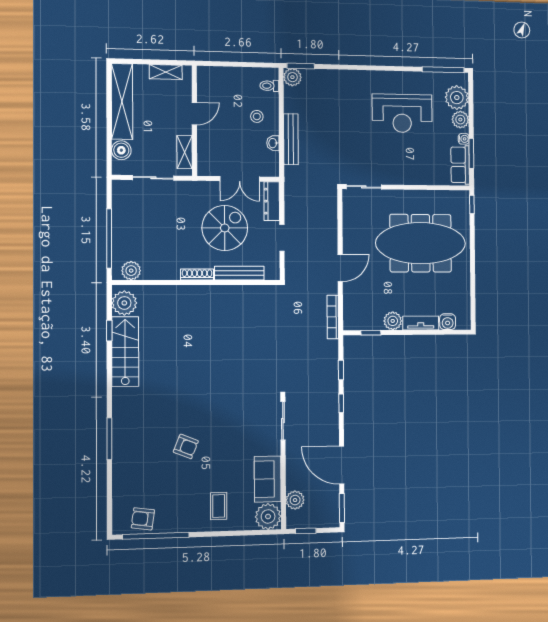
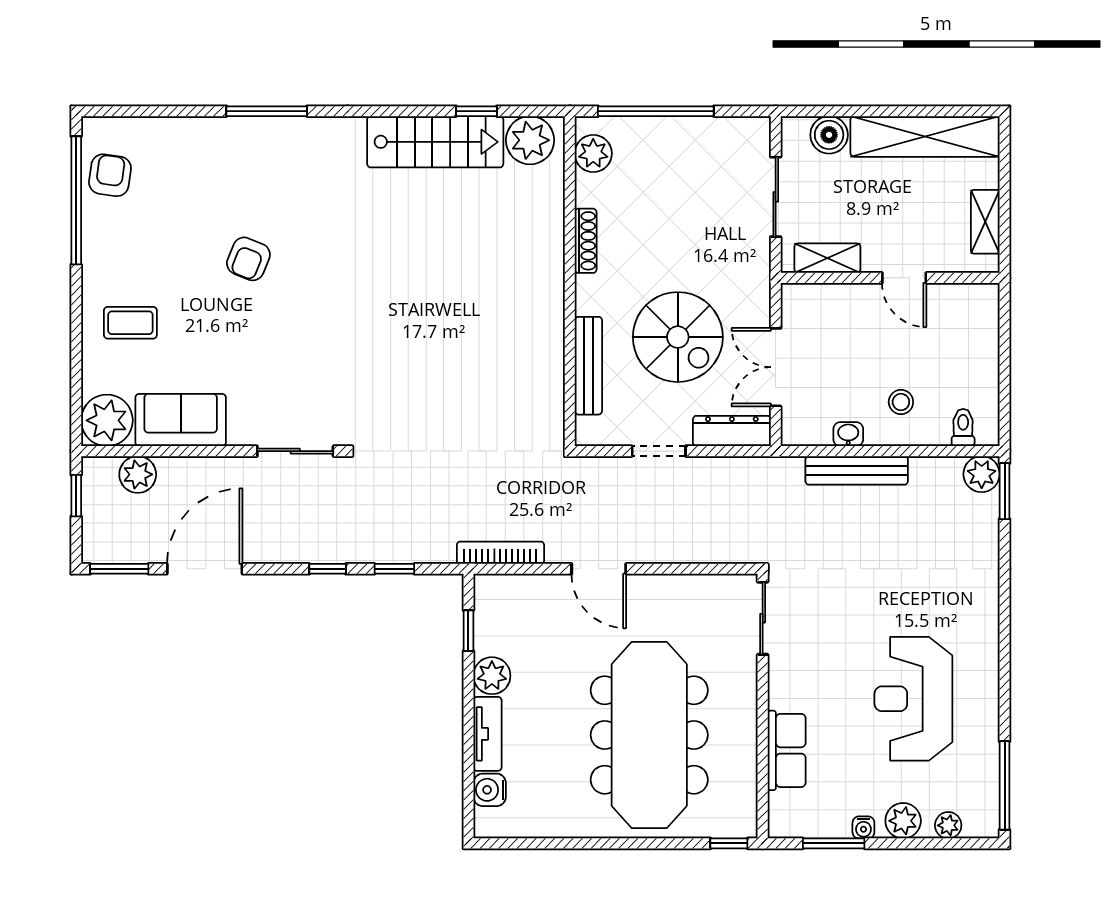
plant: (457, 98) -> (948, 825), width x0.53, depth x0.53
row of seats: (460, 165) -> (787, 750), moved, turned 90
shoe rack: (197, 274) -> (586, 241), moved

